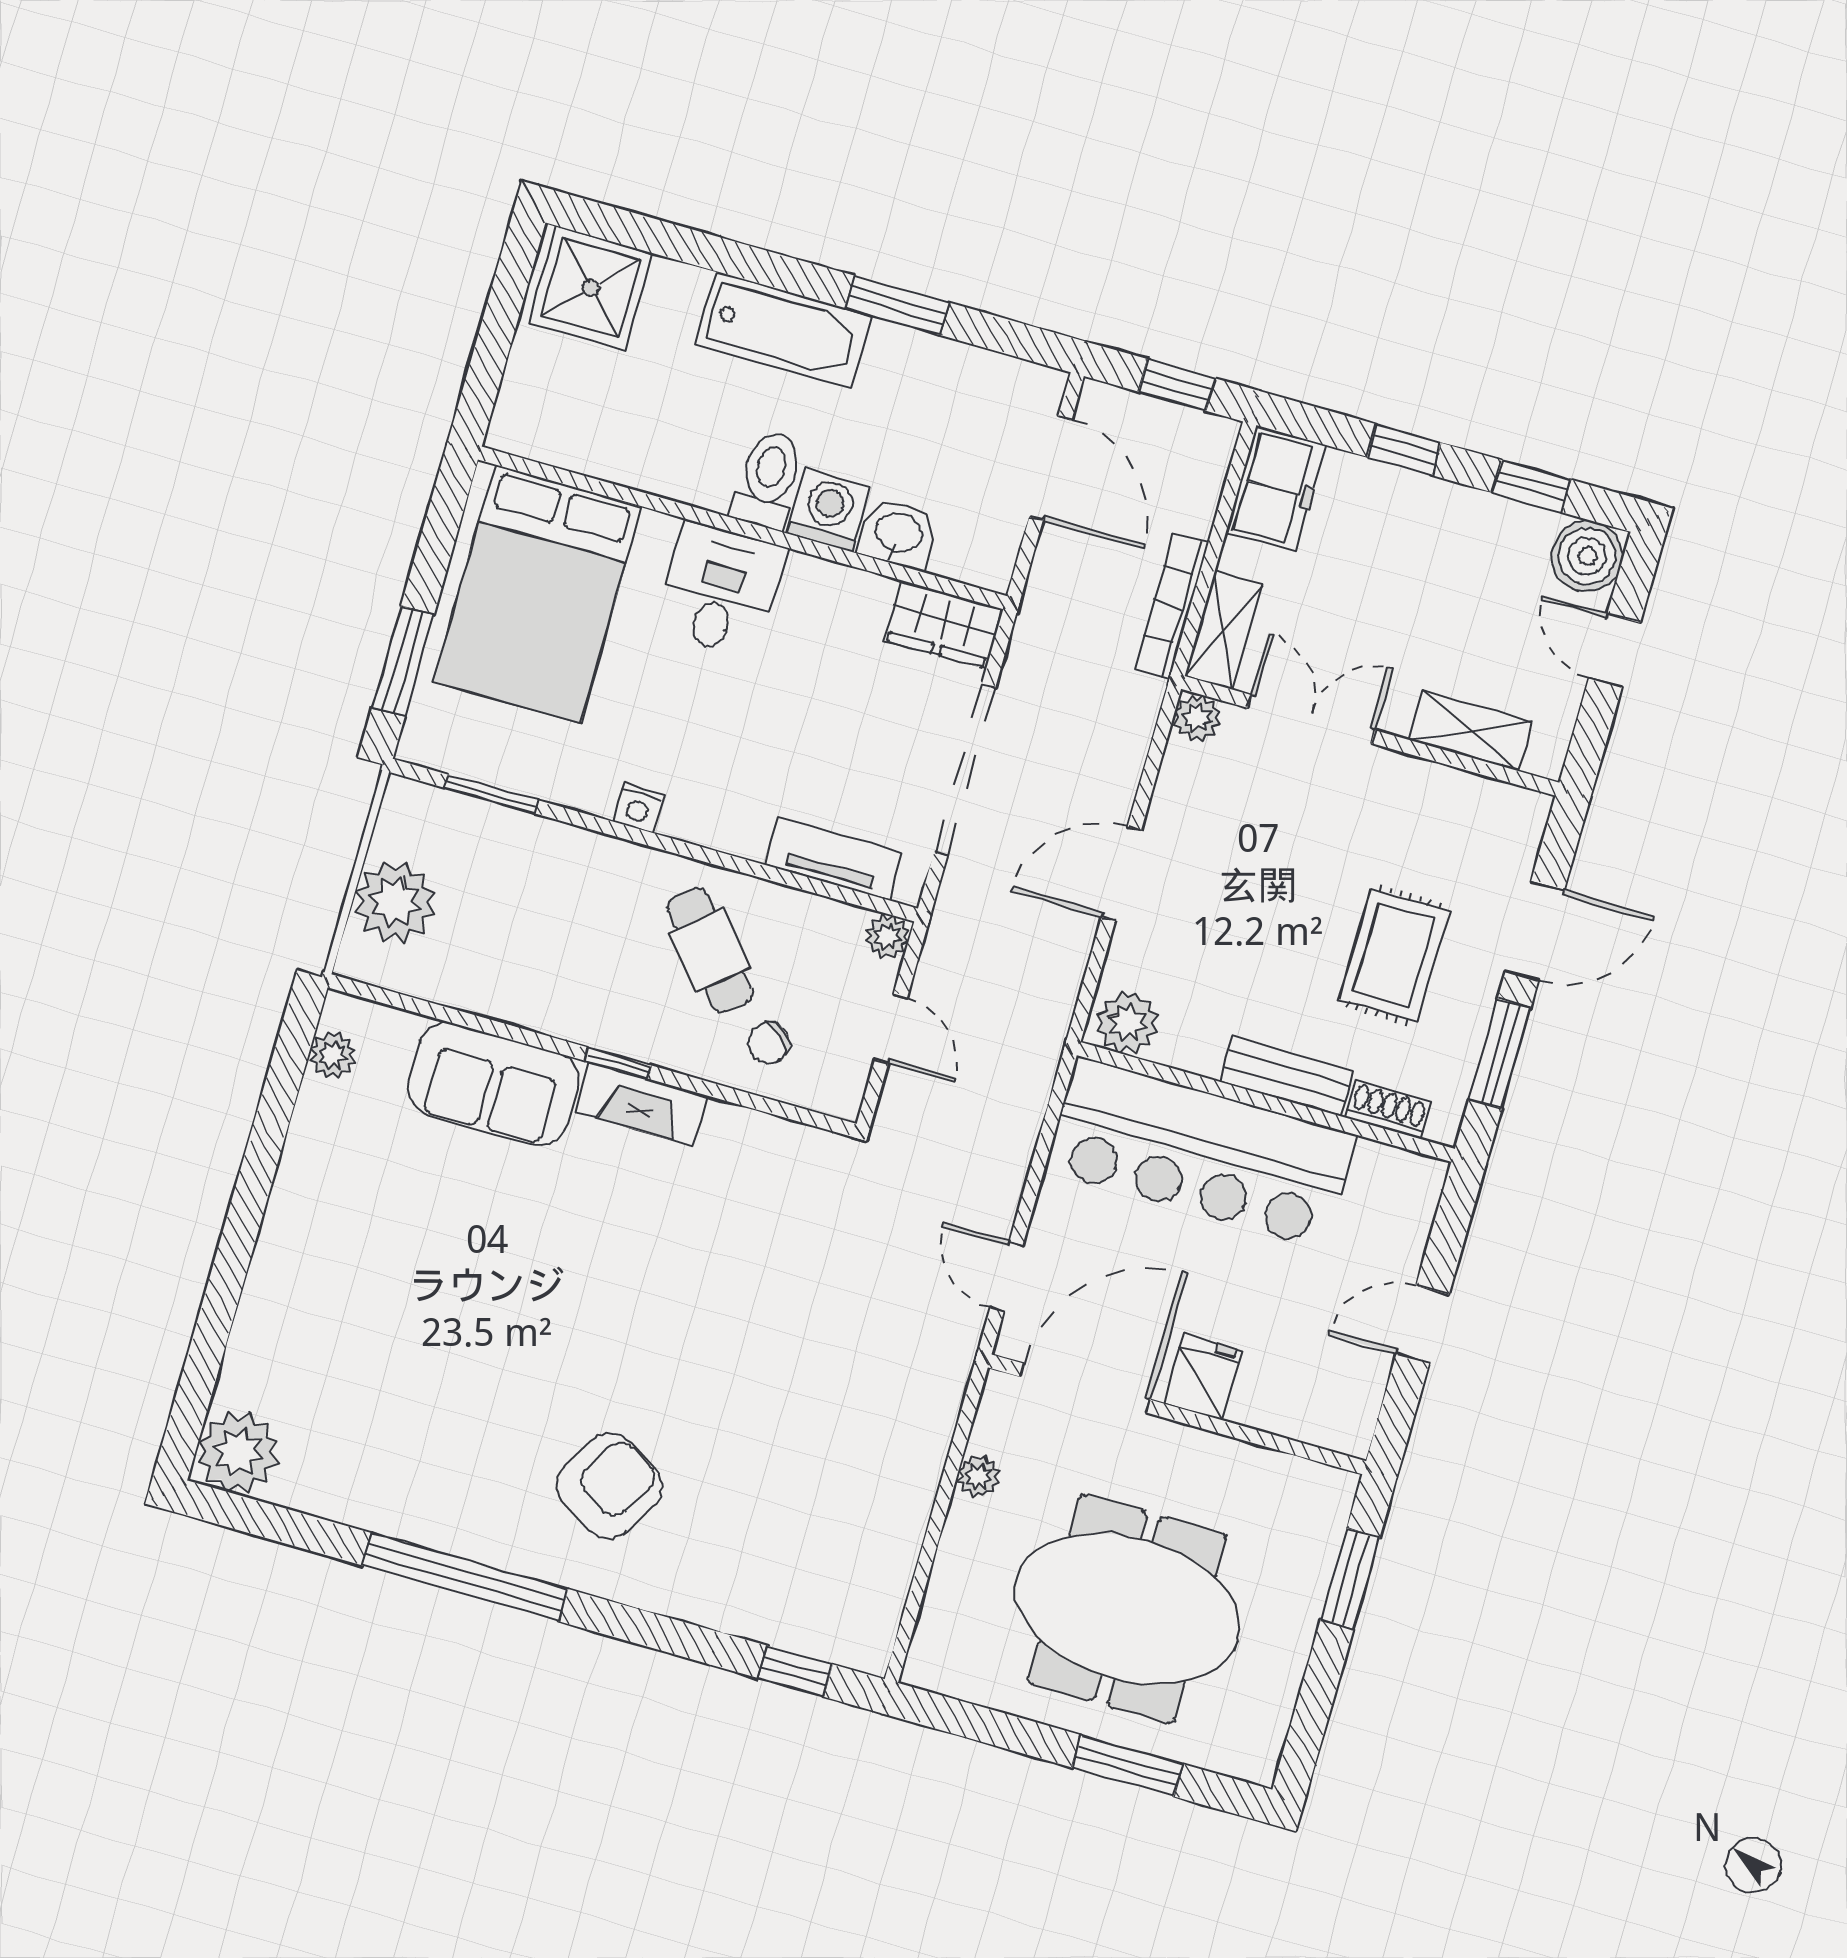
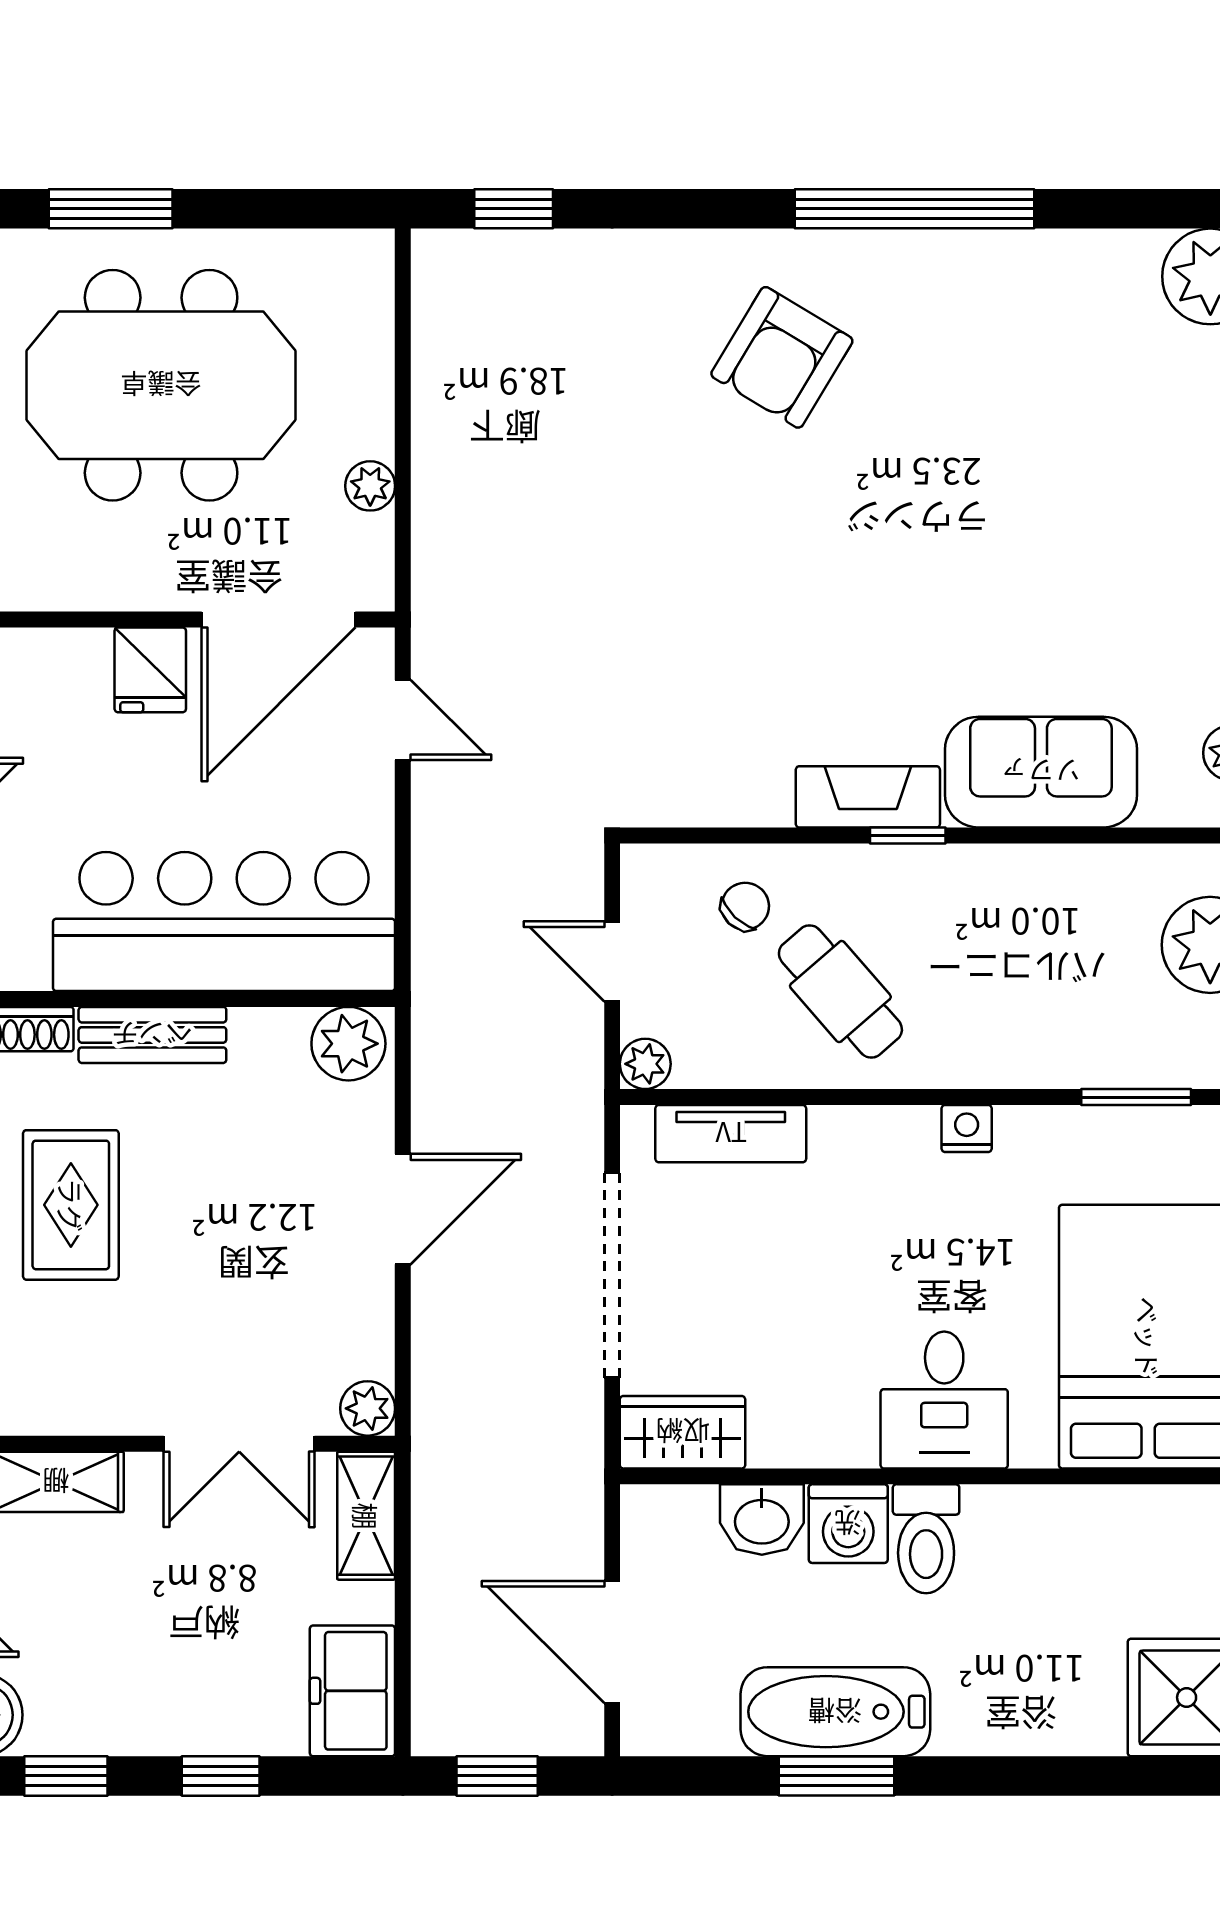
bathtub: (784, 330) -> (835, 1712), moved
bookcase: (1172, 605) -> (432, 1527), removed

